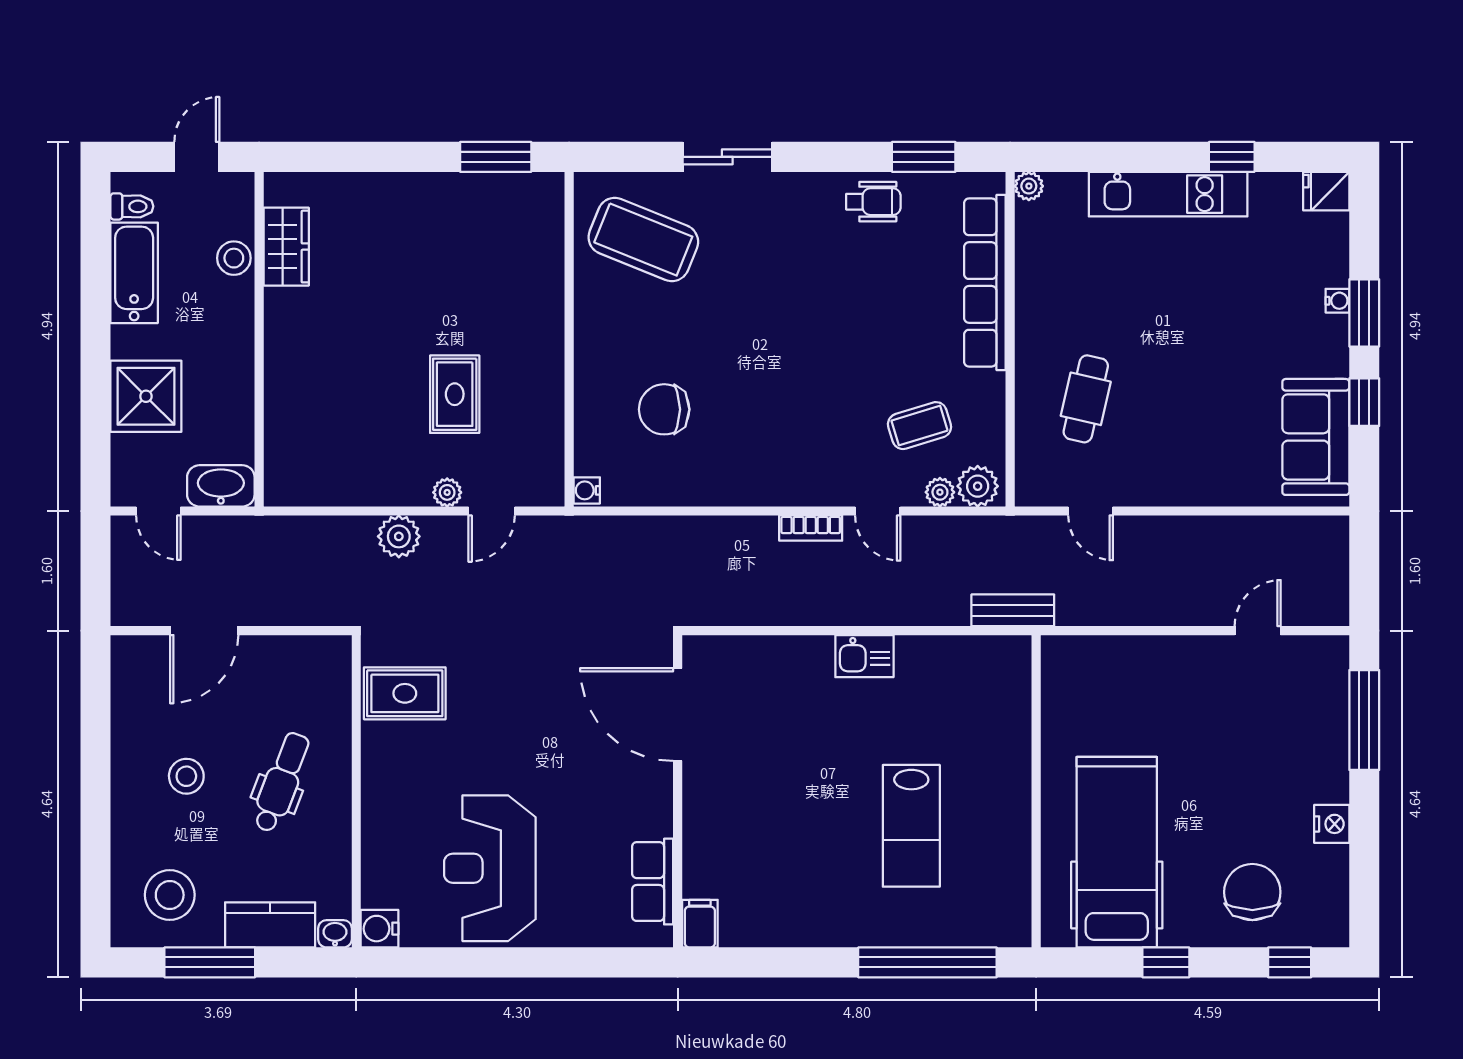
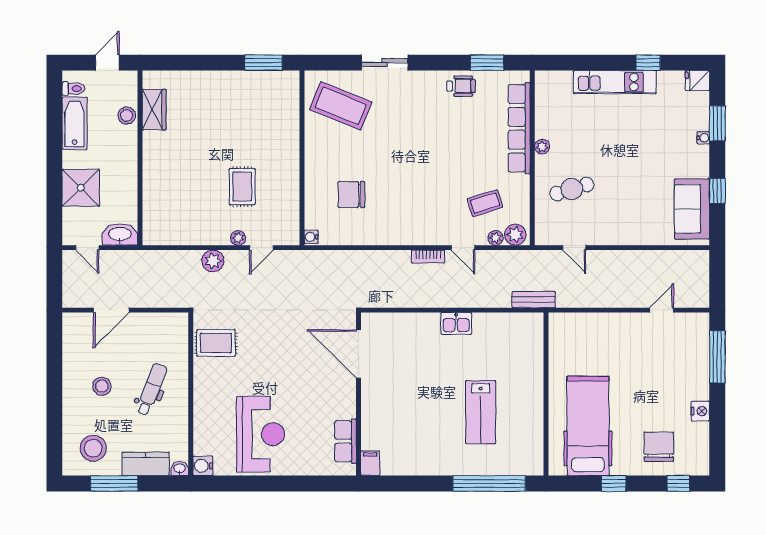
plant: (1029, 186) -> (542, 147), moved
window: (1364, 313) -> (717, 123), moved
cafe table: (1086, 399) -> (572, 189), turned 60
reception desk: (490, 868) -> (260, 434), turned 180

